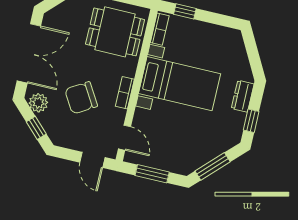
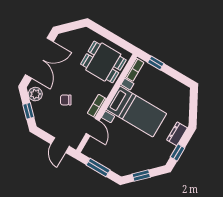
chair: (81, 98) -> (66, 100), width x0.54, depth x0.54
door: (124, 138) -> (93, 127), moved
window: (213, 166) -> (141, 176), width x0.67

